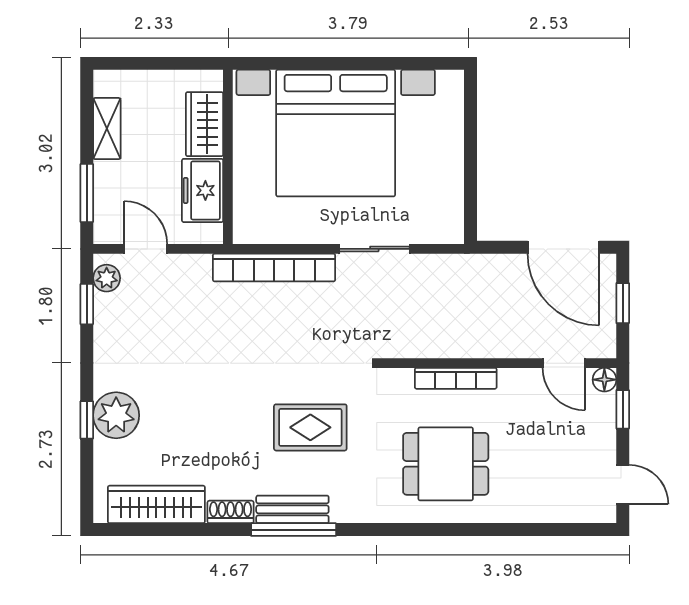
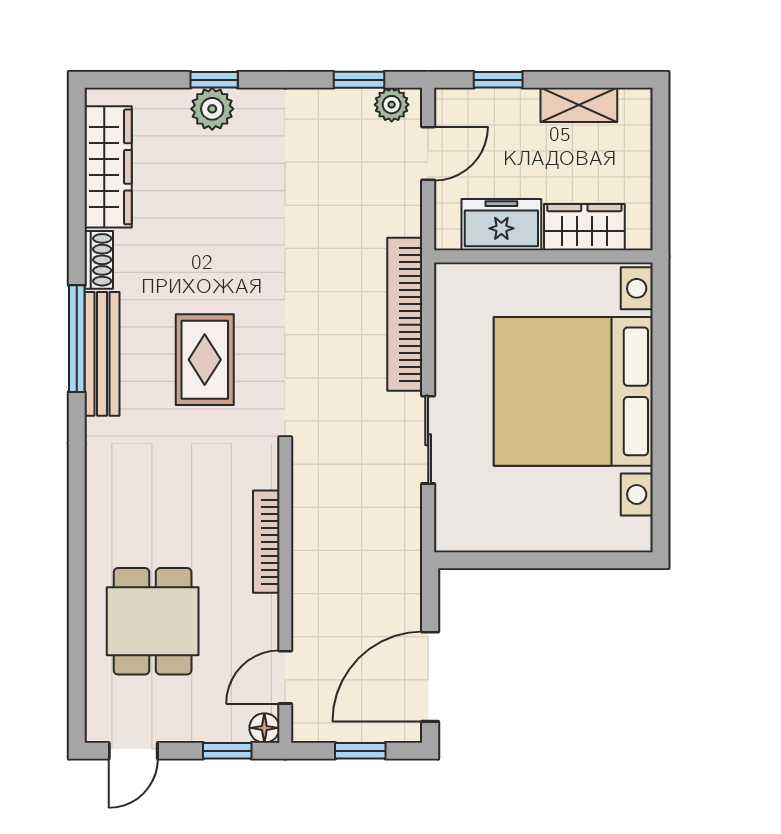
window: (87, 193) -> (498, 80), width x0.67
plant: (116, 415) -> (212, 109), width x0.73, depth x0.73
dining table: (446, 464) -> (153, 621), moved
bench: (292, 509) -> (102, 354), width x1.36

